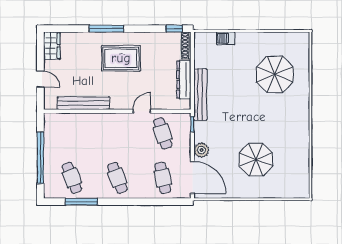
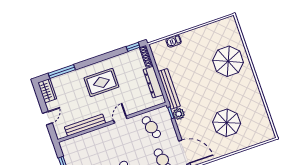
window: (106, 29) -> (62, 71), moved
parasol: (275, 74) -> (228, 61), moved
door: (40, 79) -> (47, 118), hinge flipped
door: (142, 111) -> (120, 120), moved
plant: (201, 150) -> (179, 114), moved

